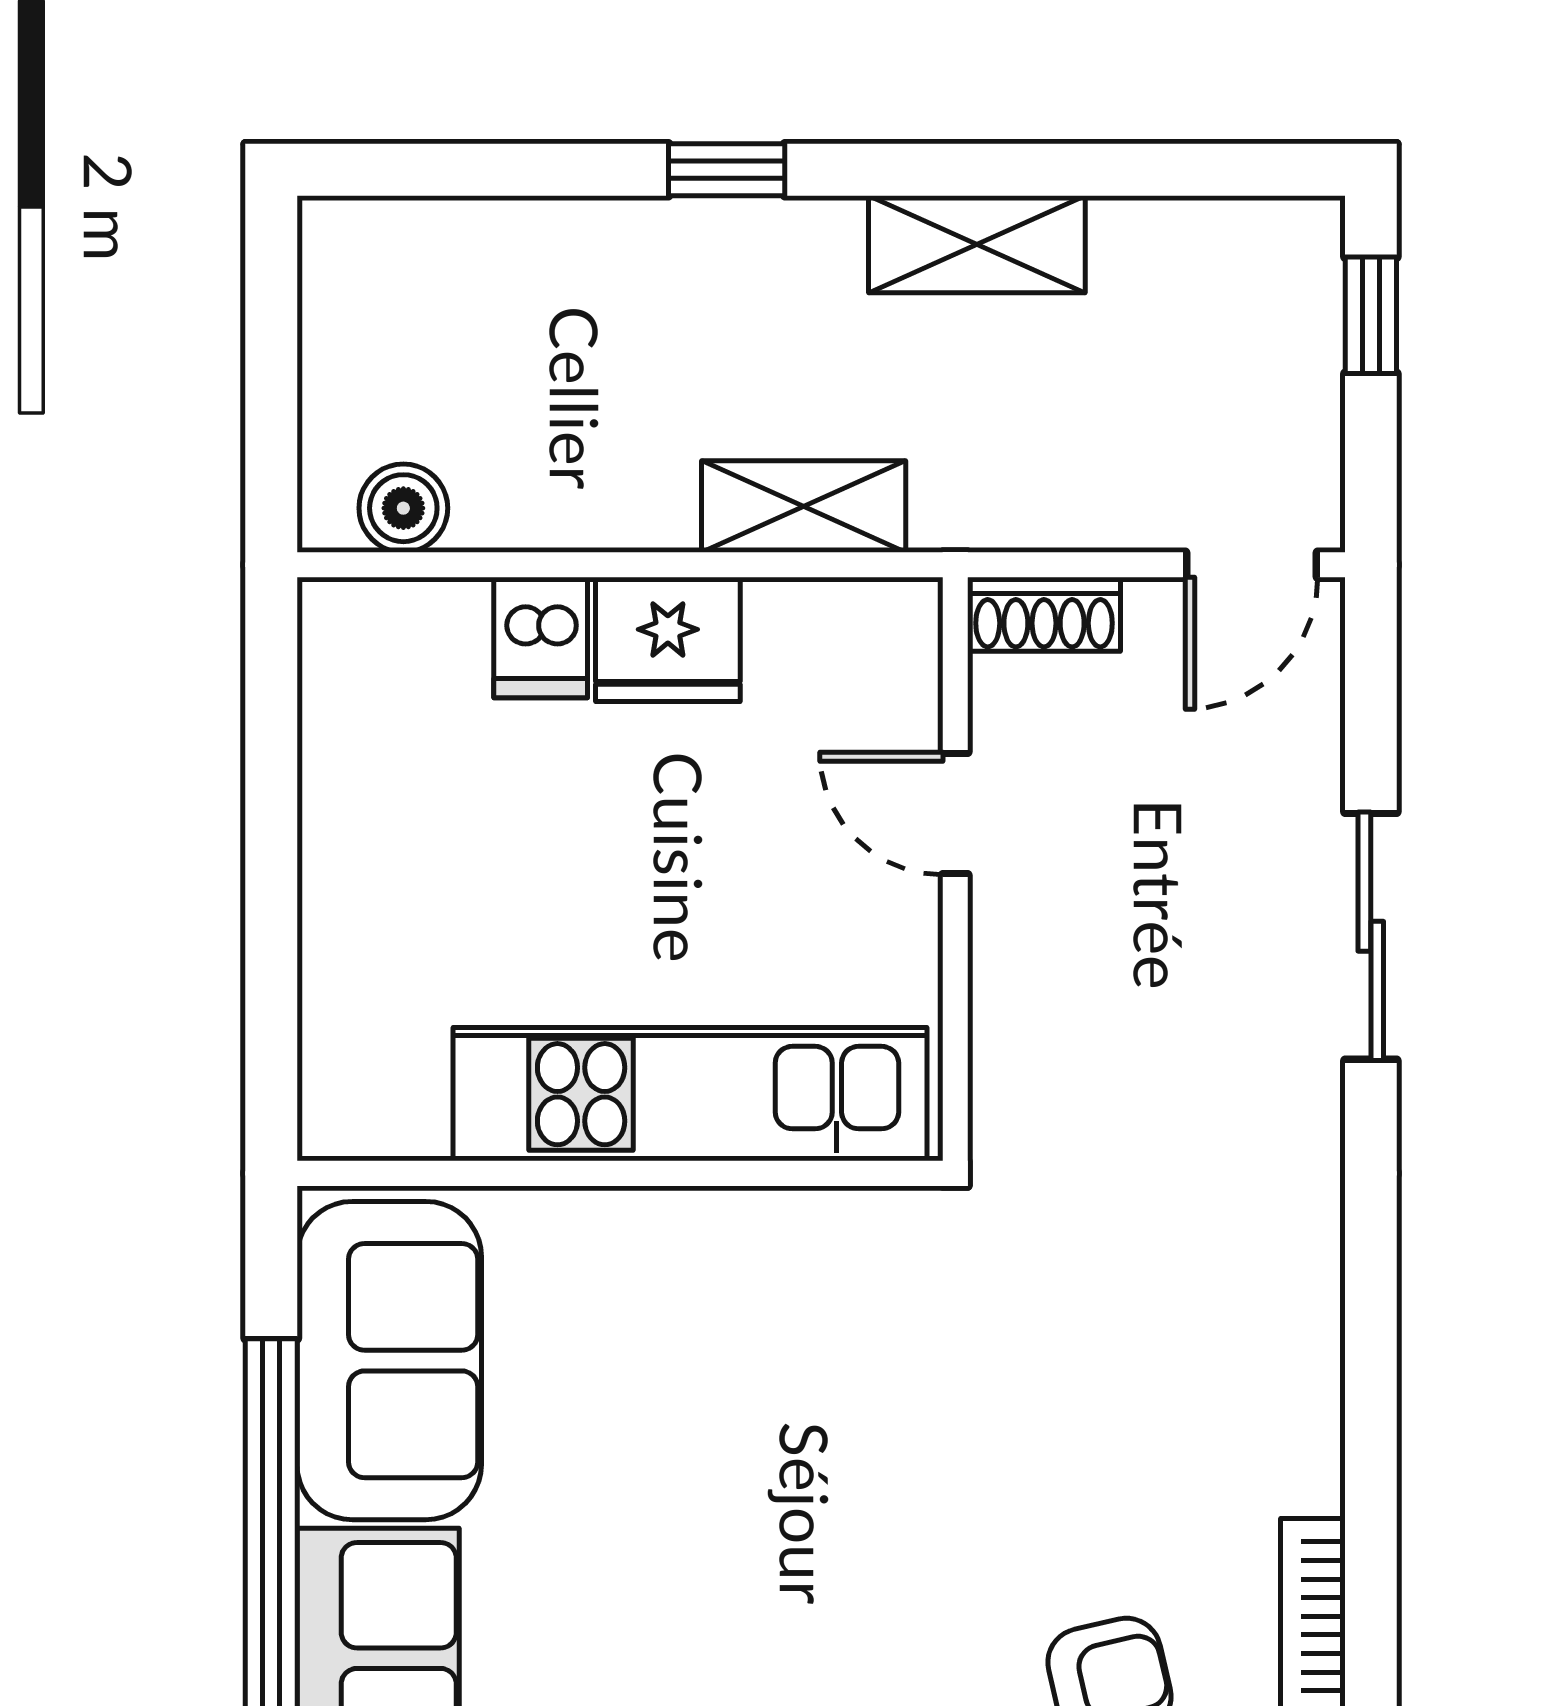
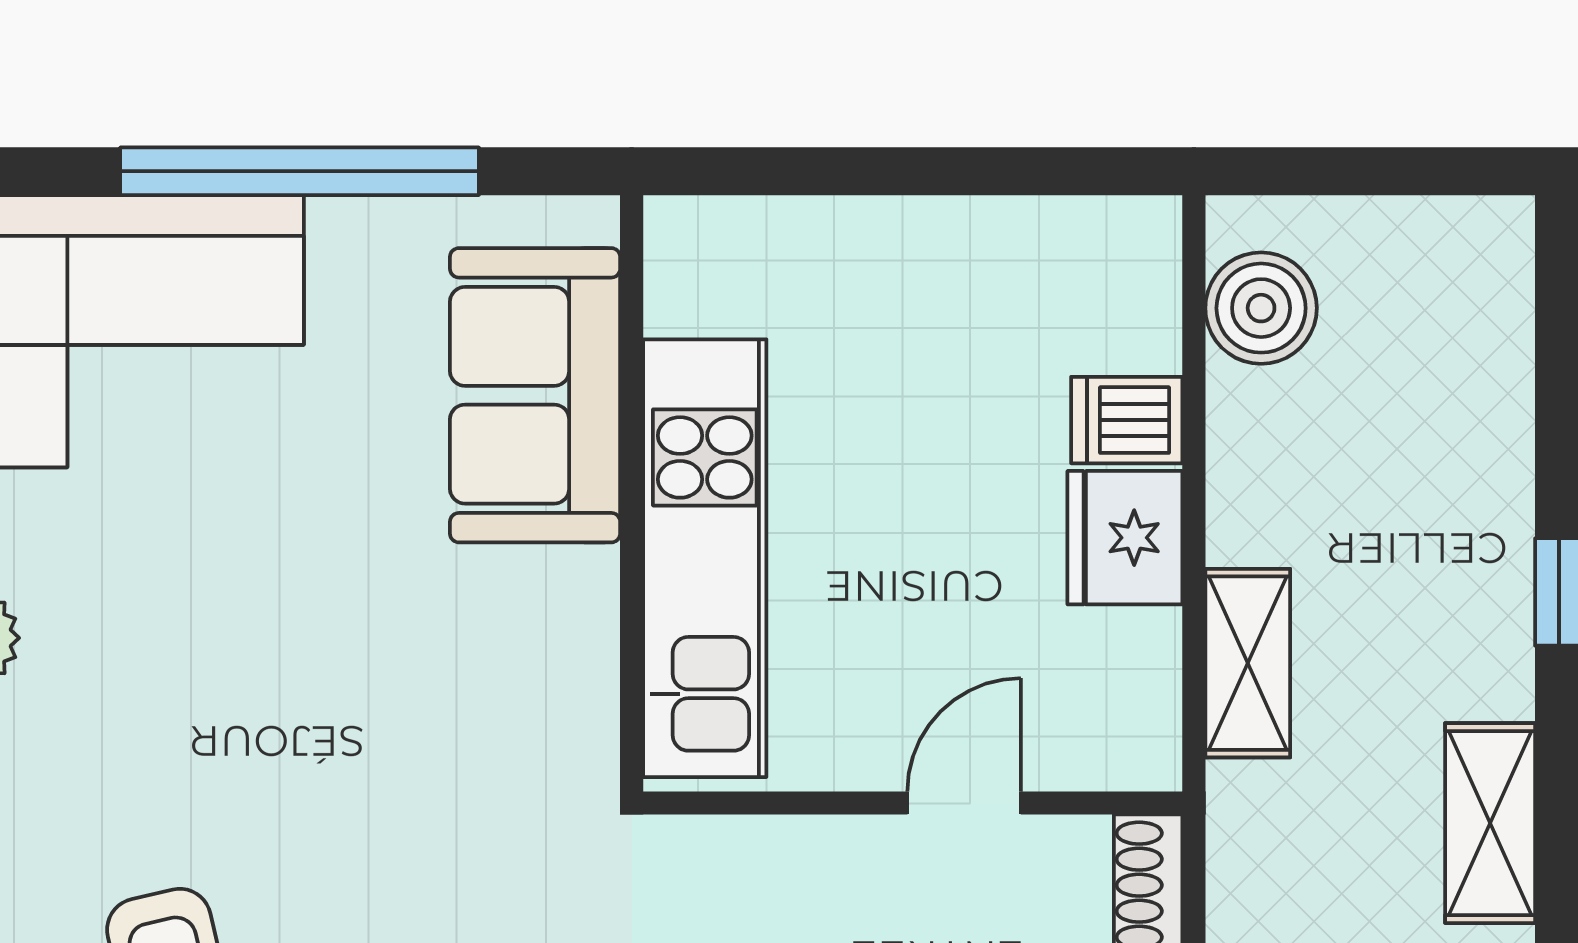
boiler: (403, 508) -> (1261, 308), width x1.36, depth x1.36
sofa: (389, 1361) -> (535, 395), moved, turned 90

